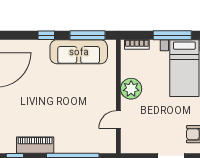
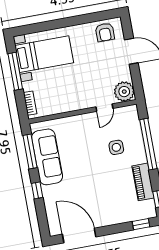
plant: (131, 89) -> (124, 92), moved
door: (118, 120) -> (104, 108), hinge flipped
side table: (75, 124) -> (116, 147), added

